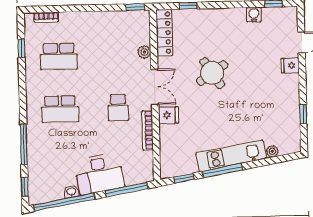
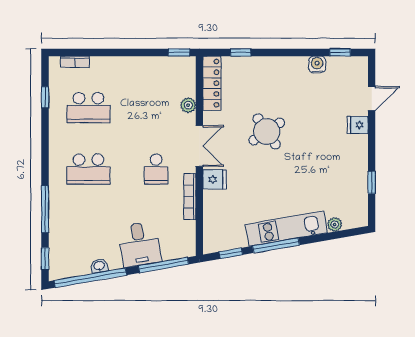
desk: (99, 174) -> (139, 244), width x0.73

